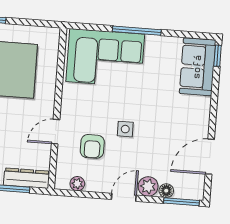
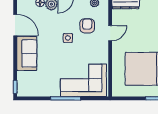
sofa: (198, 67) -> (27, 53), moved
door: (210, 157) -> (15, 25), hinge flipped

